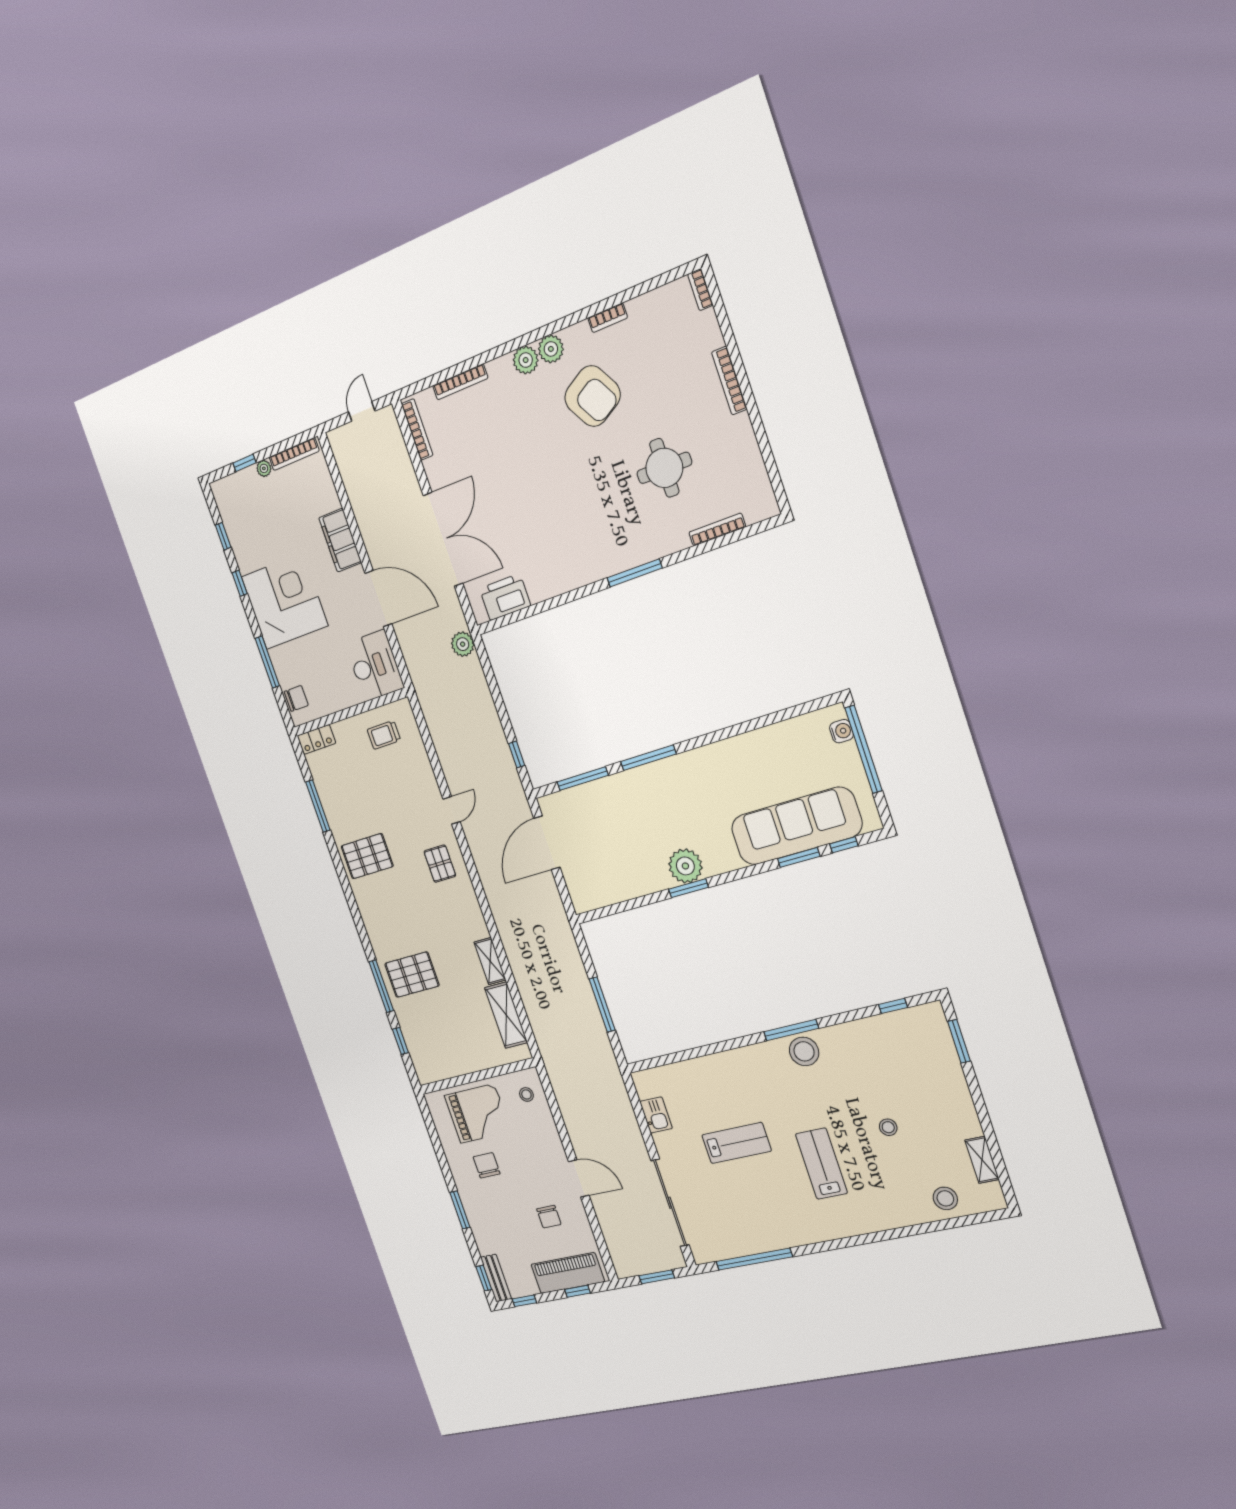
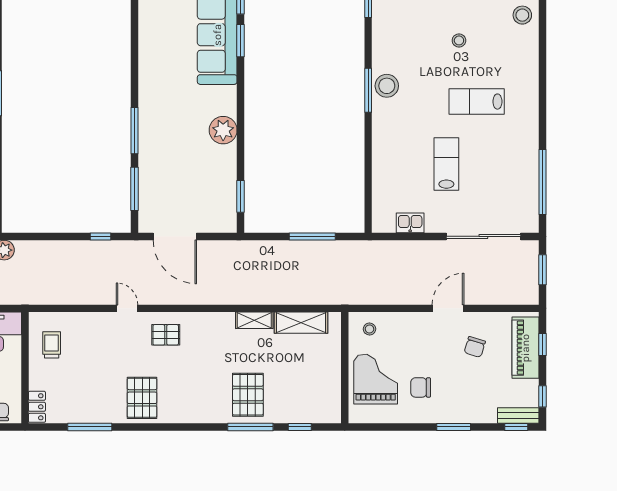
trolley: (384, 735) -> (52, 345), turned 180
window: (689, 888) -> (241, 196), moved
chair: (549, 1217) -> (475, 347), turned 107

